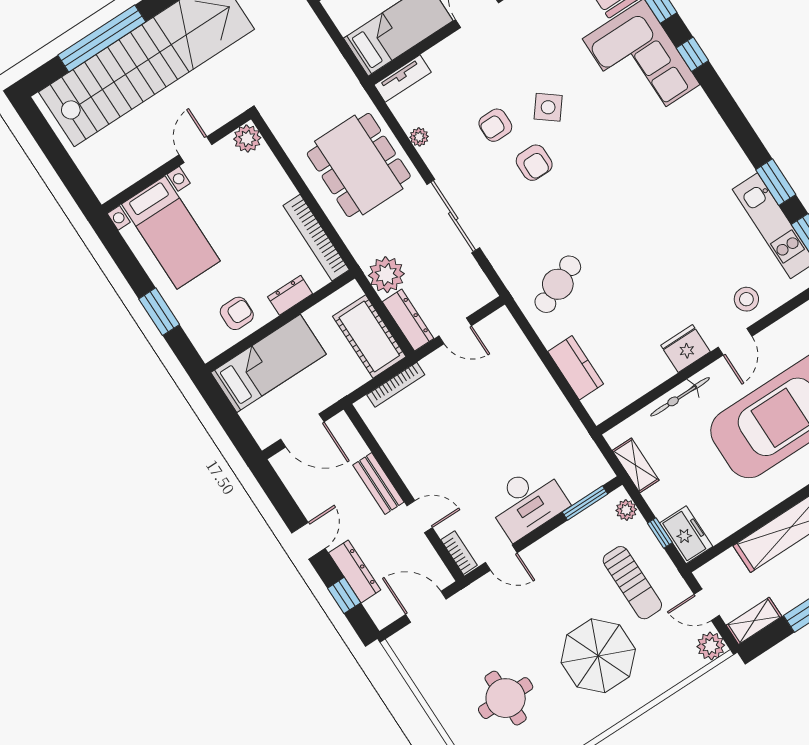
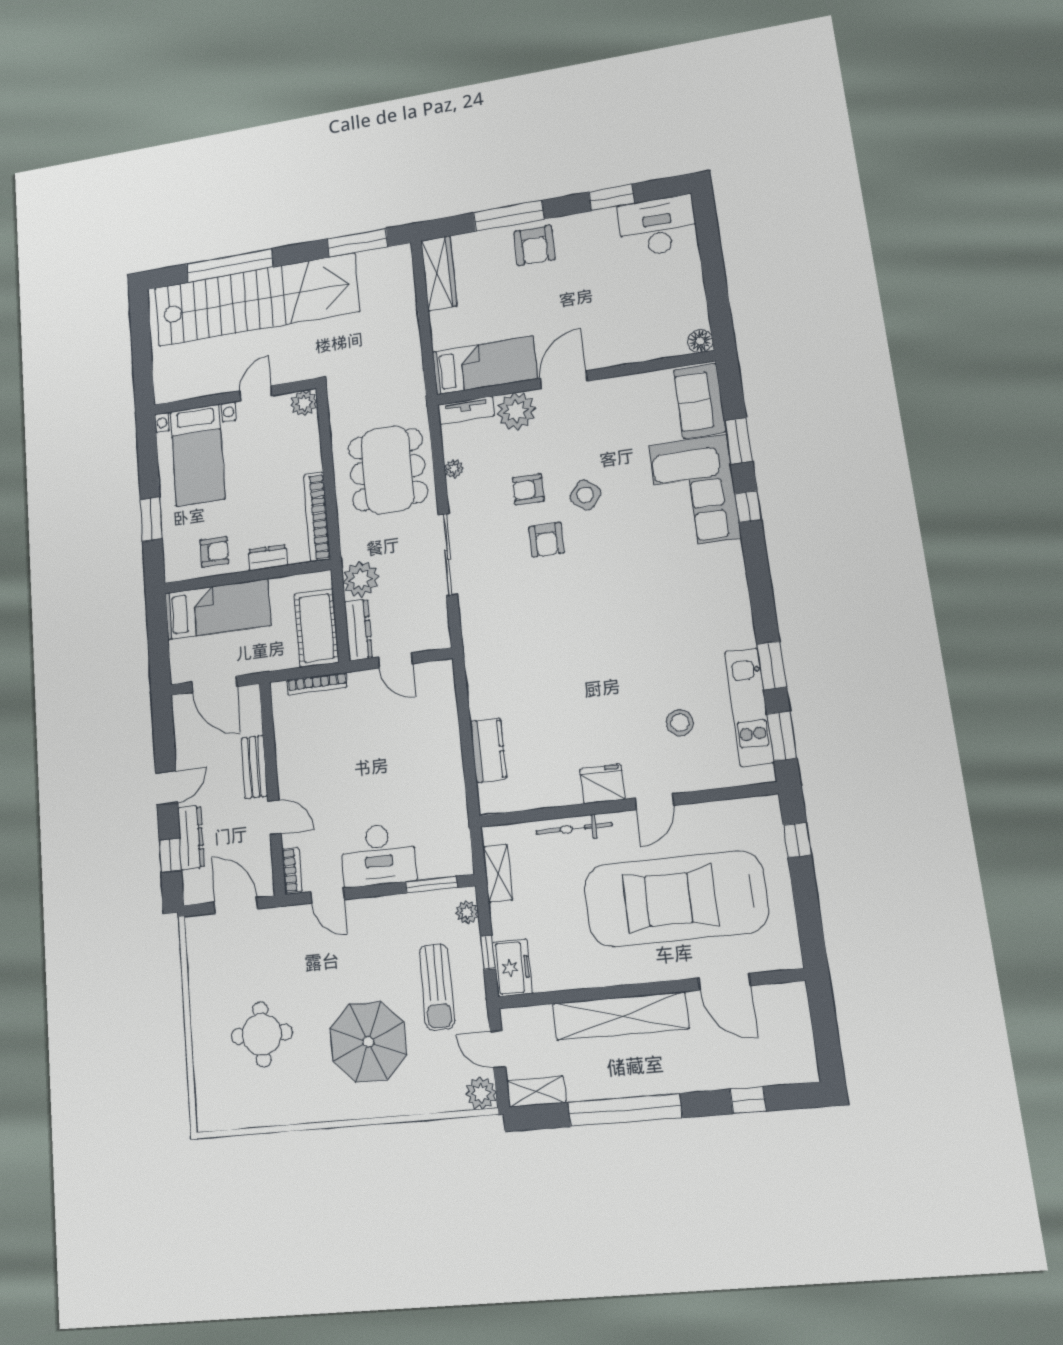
plant: (449, 59) -> (516, 411), added
cafe table: (558, 284) -> (511, 663), removed
stool: (746, 299) -> (680, 723), moved

